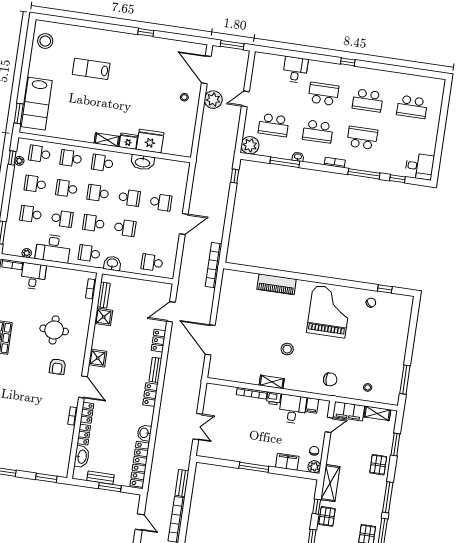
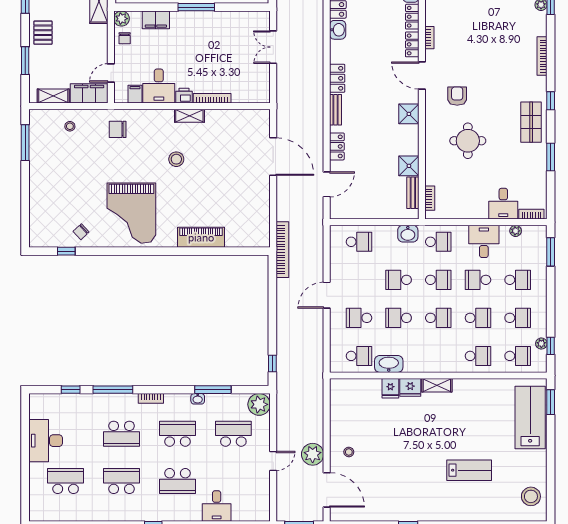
fridge: (150, 141) -> (390, 388), width x0.53, depth x0.75
school desk: (102, 163) -> (359, 356), moved
desk: (419, 166) -> (46, 441), moved, width x1.37
desk: (53, 248) -> (484, 241), width x0.73

